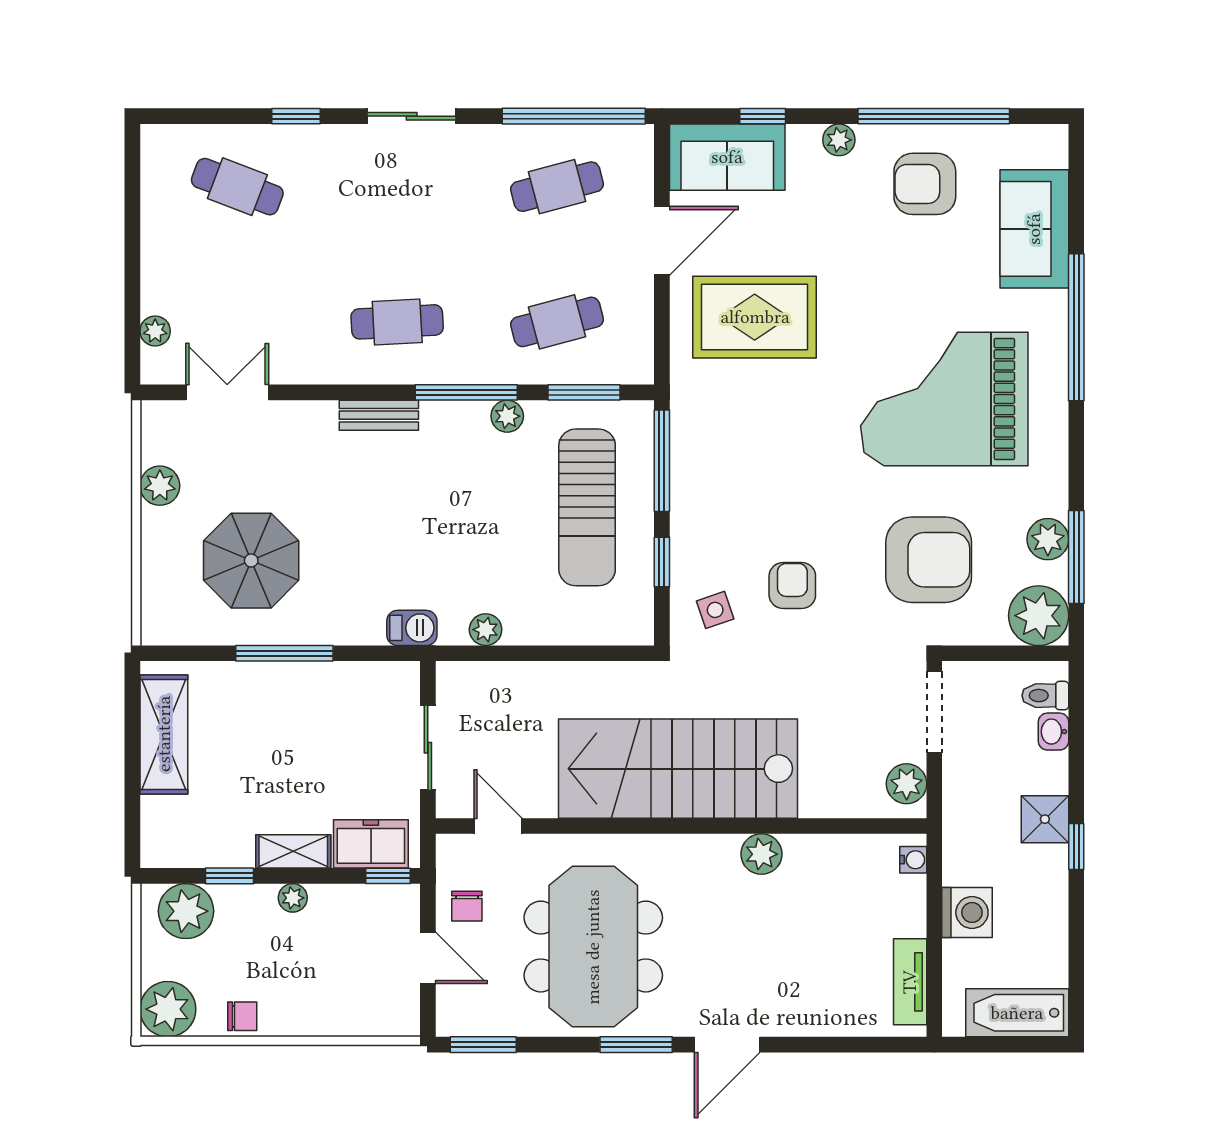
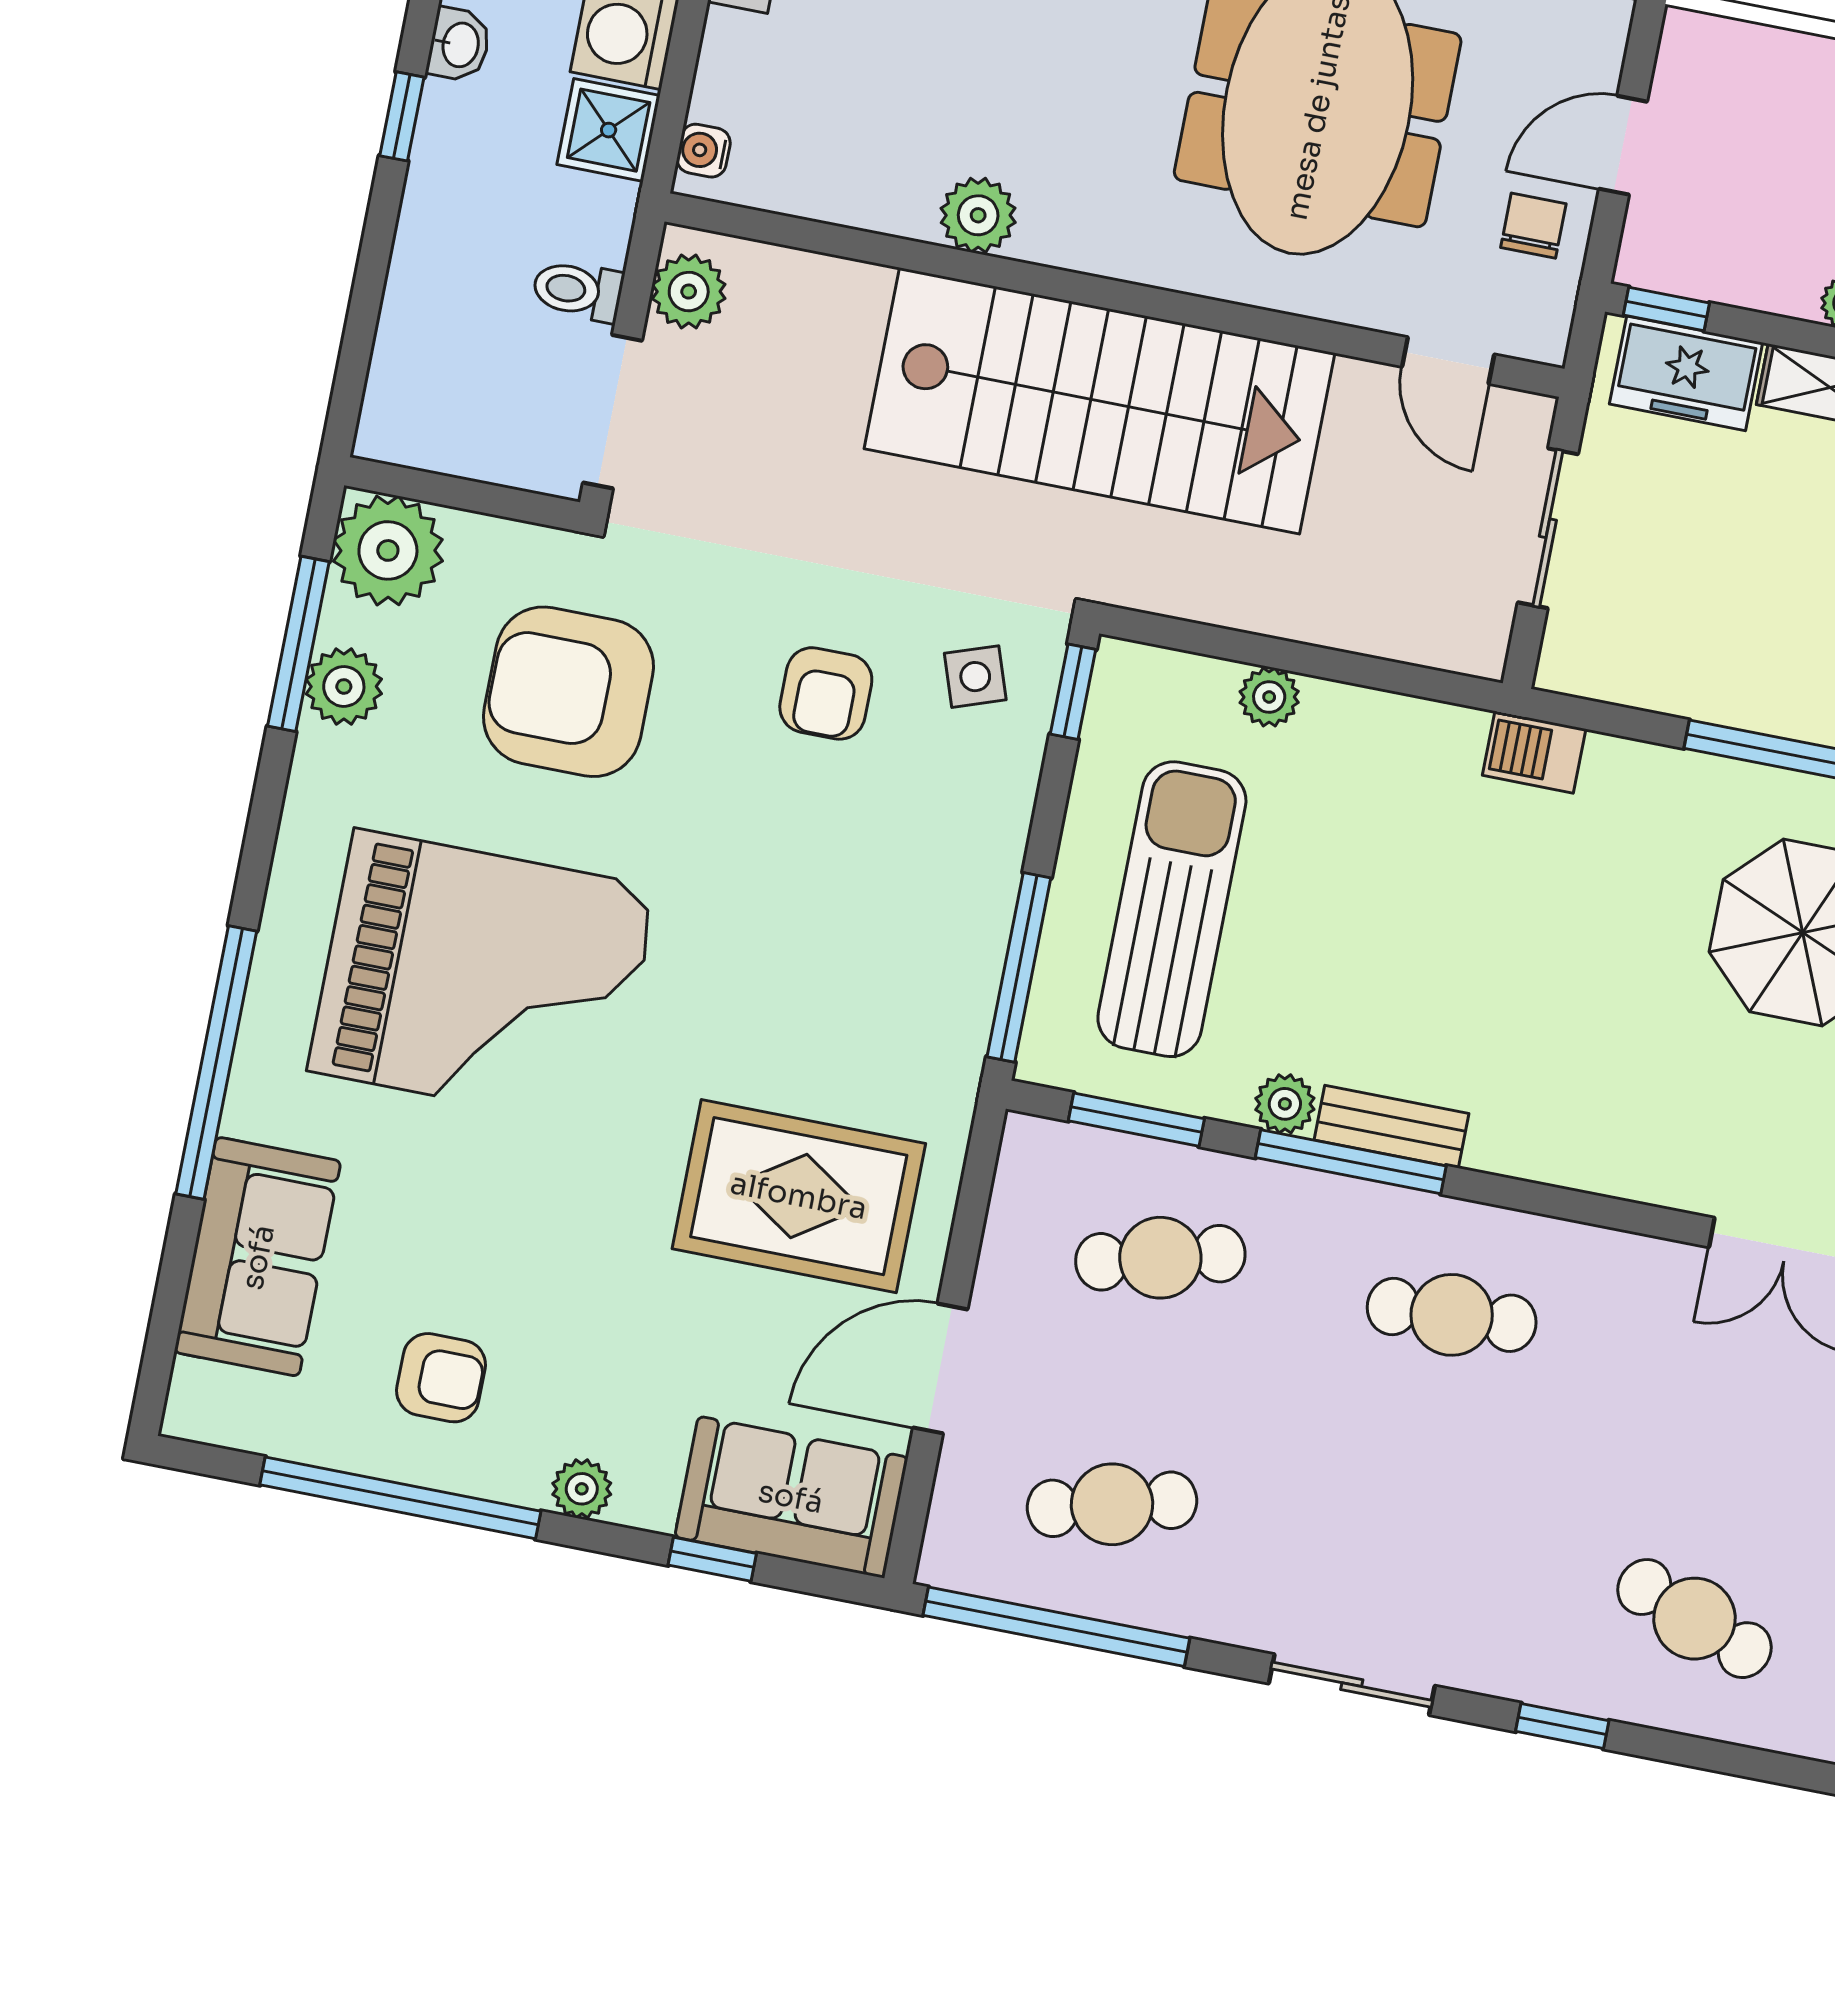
armchair: (925, 184) -> (441, 1378), width x0.72, depth x0.72
bench: (379, 415) -> (1392, 1127), moved
window: (662, 562) -> (1073, 692), moved
plant: (486, 630) -> (1269, 697), moved
toilet: (1045, 696) -> (578, 291), moved, turned 180
washbasin: (1053, 732) -> (459, 45), moved
shower: (1045, 819) -> (609, 130), moved
door: (428, 958) -> (1623, 145), hinge flipped

